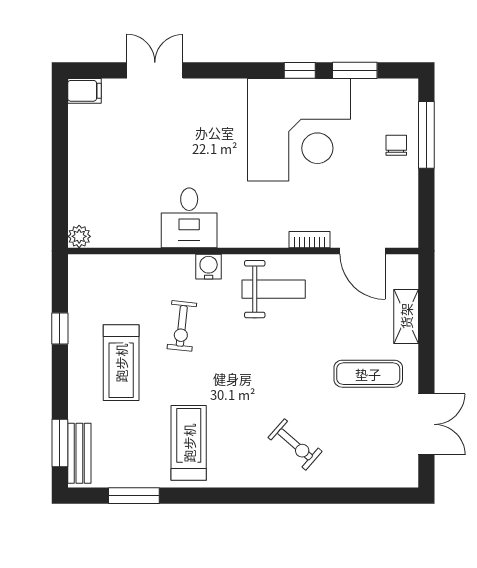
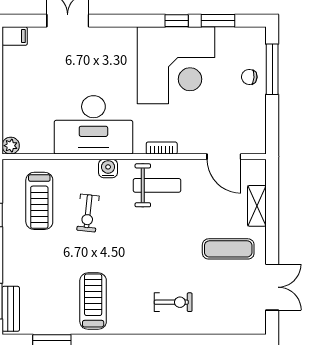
chair: (396, 145) -> (249, 77), turned -86
desk: (189, 218) -> (93, 125), width x1.87, depth x1.30
bookcase: (310, 240) -> (162, 148), moved
treadmill: (121, 363) -> (39, 201), moved
exercise bike: (295, 444) -> (173, 302), turned -41

